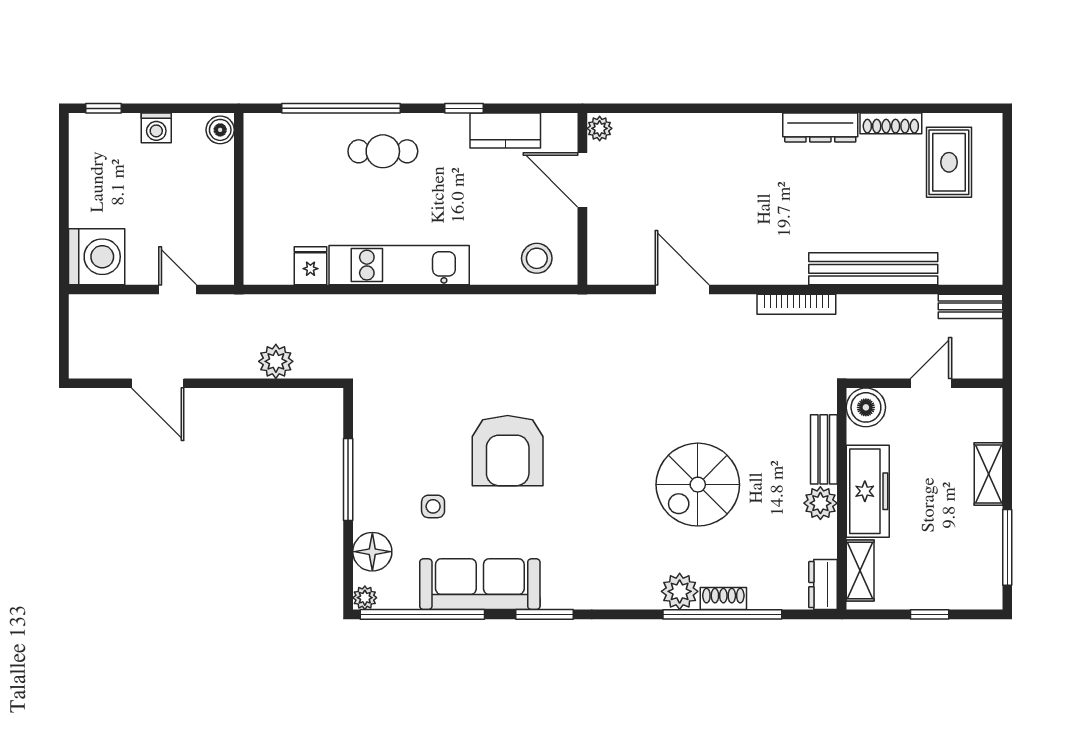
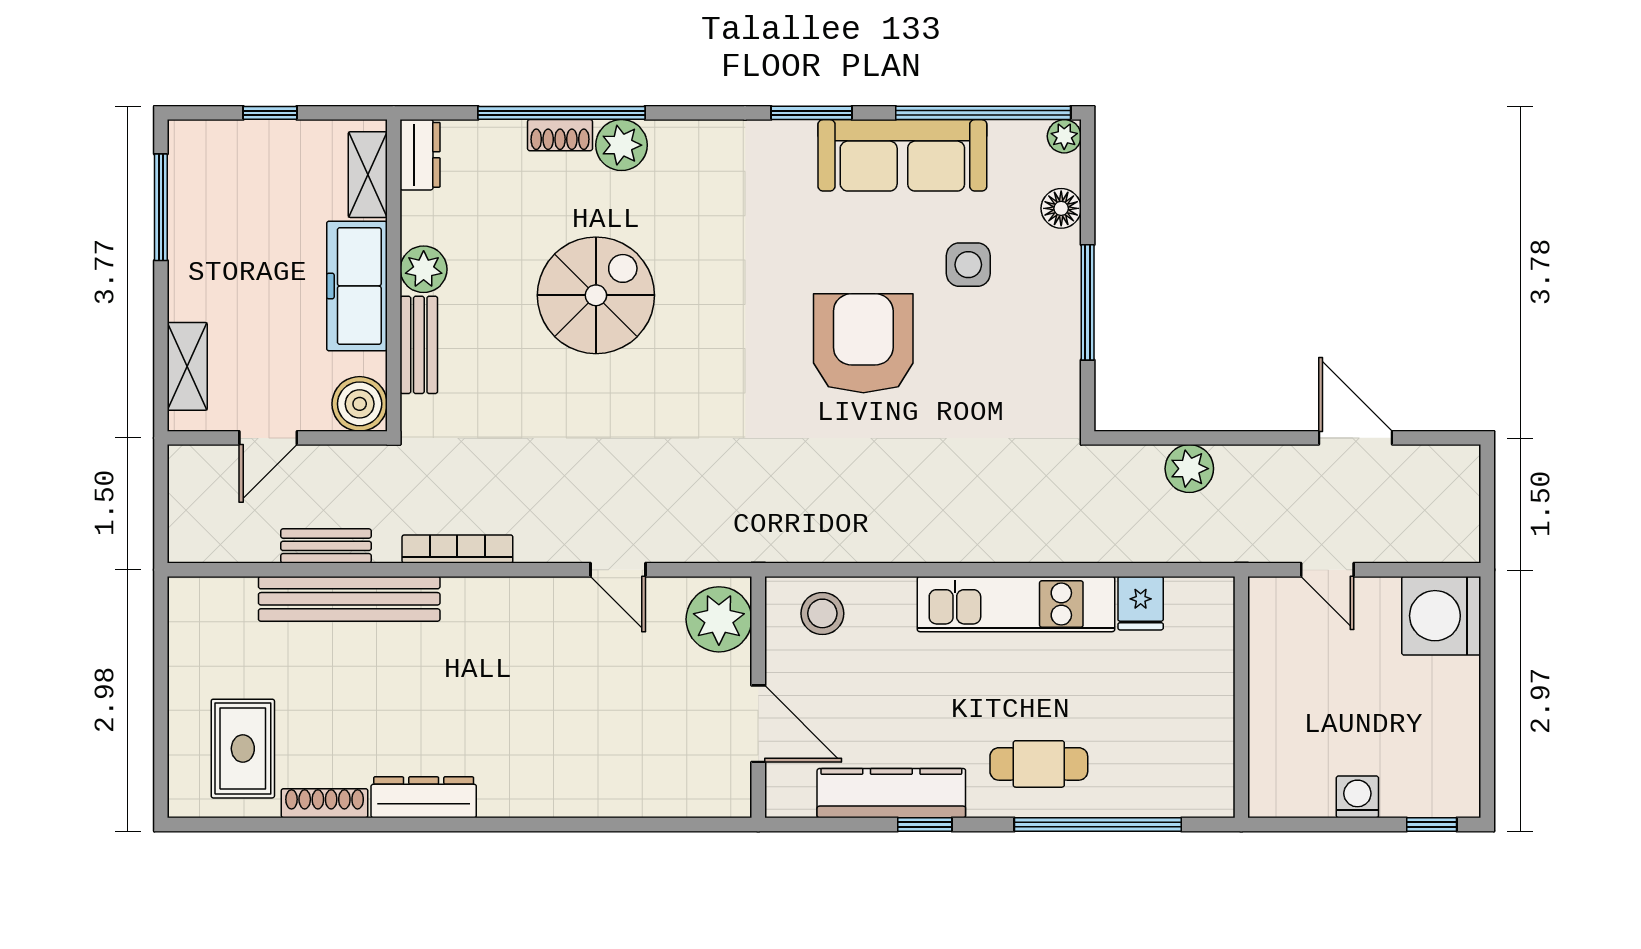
plant: (600, 128) -> (719, 619), moved, width x1.88, depth x1.88
boiler: (220, 130) -> (1268, 794), removed
kitchen counter: (505, 131) -> (891, 793), width x1.50
door: (682, 289) -> (618, 570), width x0.73
bench: (971, 306) -> (326, 546), moved
shelving: (988, 474) -> (187, 366), moved
side table: (433, 506) -> (968, 265), width x1.37, depth x1.37
floor lamp: (372, 552) -> (1061, 208), width x0.73, depth x0.73

